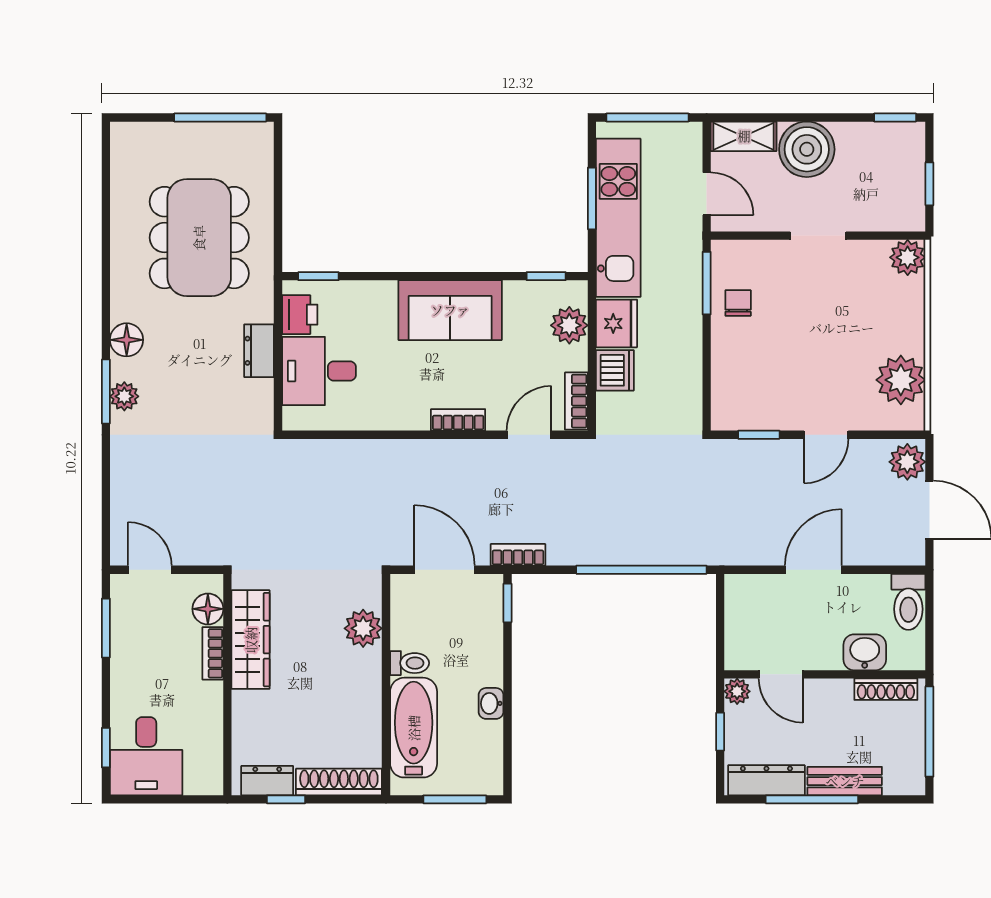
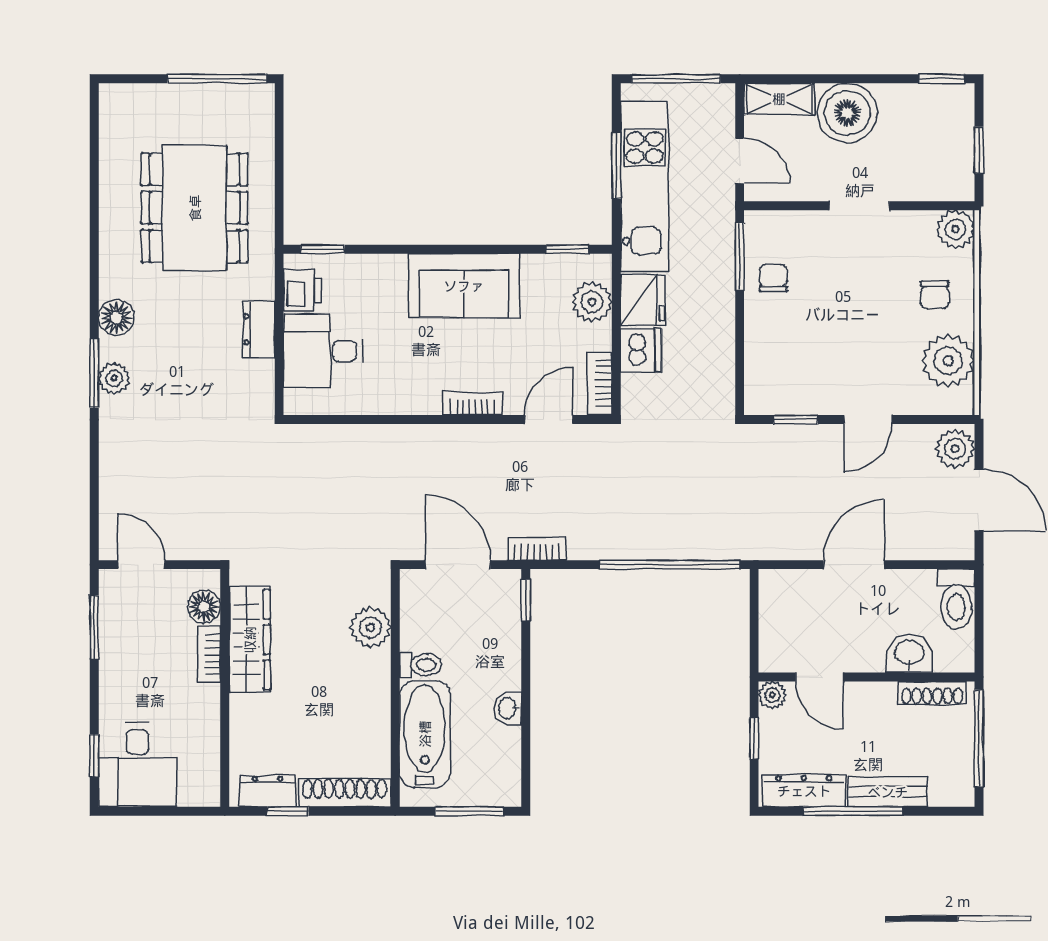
chair: (888, 319) -> (935, 295), added

